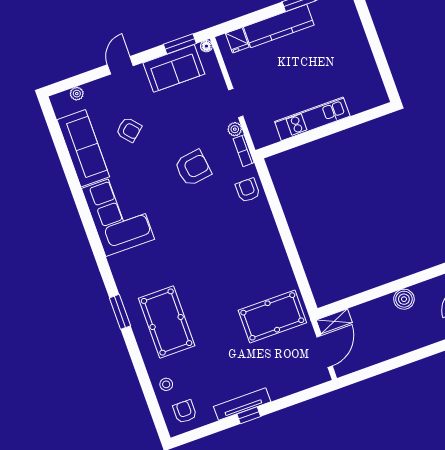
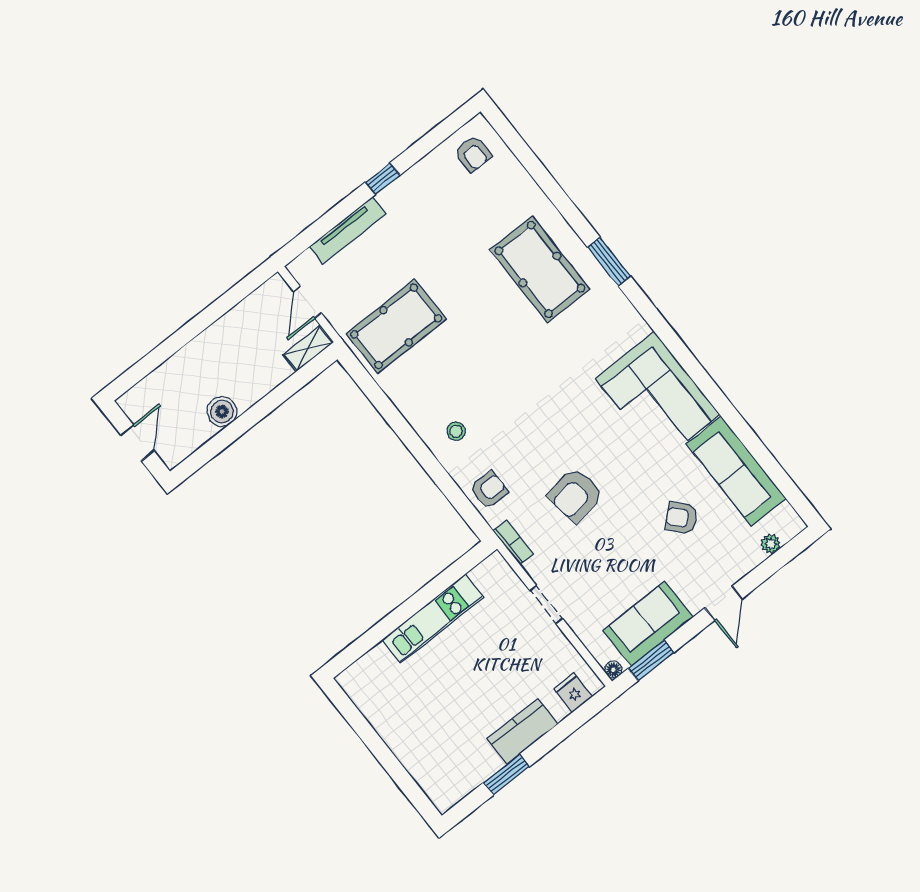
kitchen counter: (279, 26) -> (522, 731), width x0.67
plant: (235, 129) -> (535, 568), removed
armchair: (248, 190) -> (489, 490), turned -90
door: (325, 351) -> (307, 302), width x0.73
stool: (166, 384) -> (456, 431), moved
tv unit: (242, 404) -> (348, 230), moved

